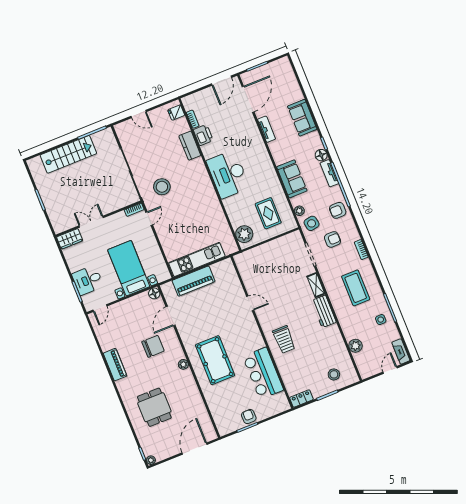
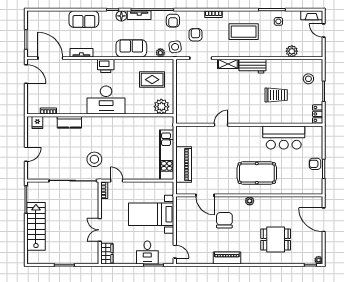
printer: (203, 135) -> (106, 66), moved, turned 180
floor lamp: (154, 293) -> (181, 201), removed
trolley: (284, 339) -> (276, 95), moved

